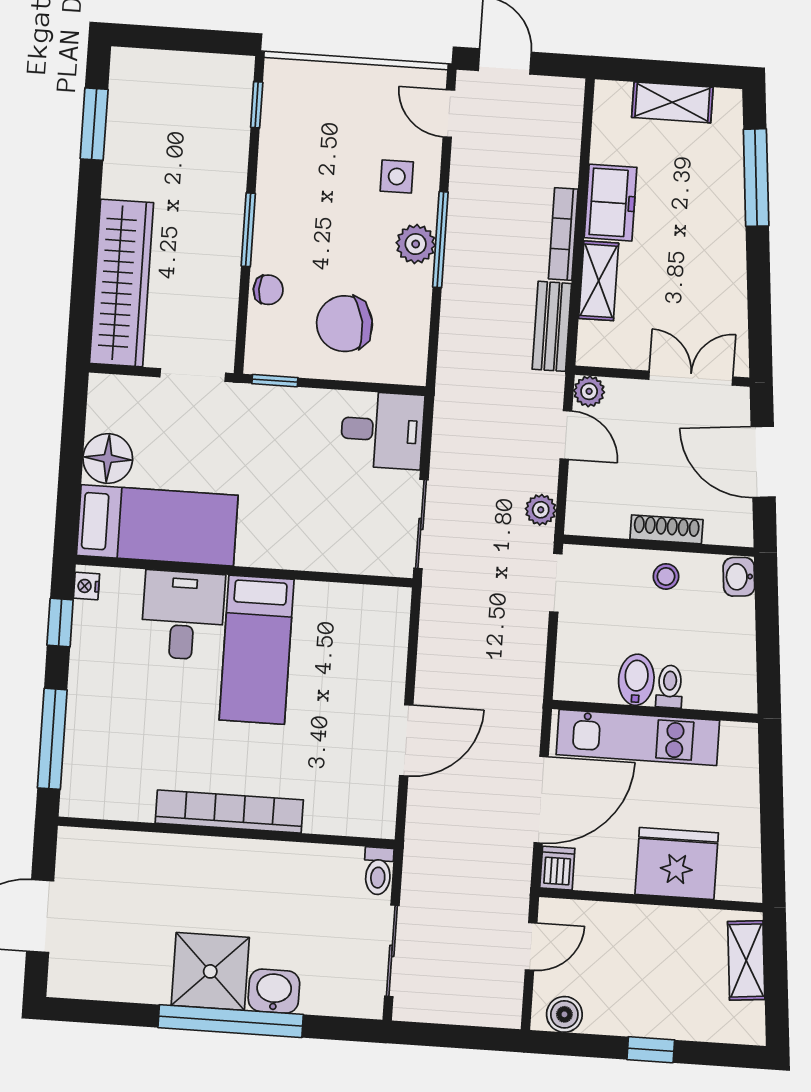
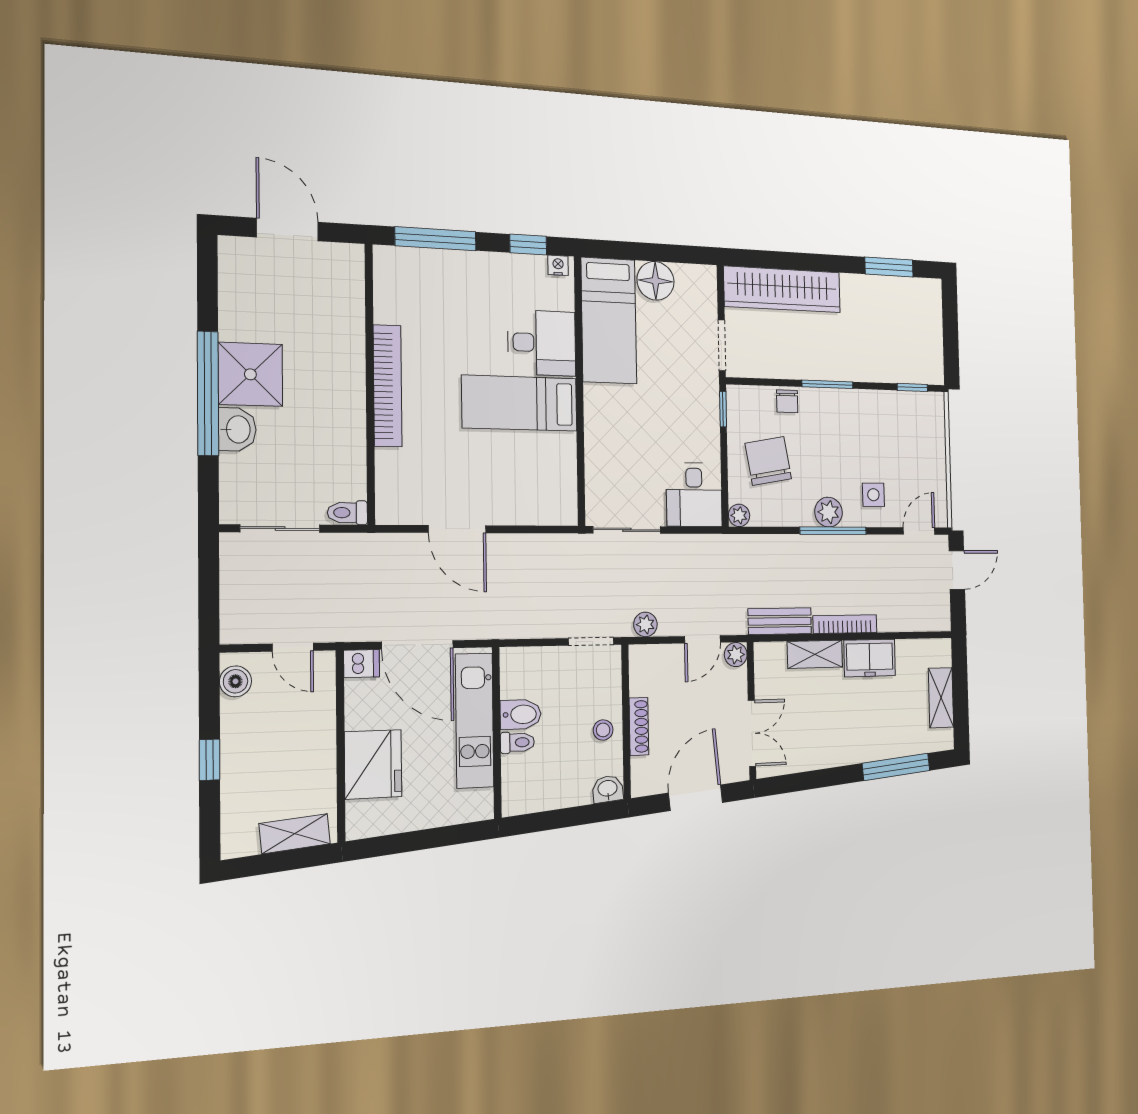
plant: (412, 371) -> (739, 515), added

